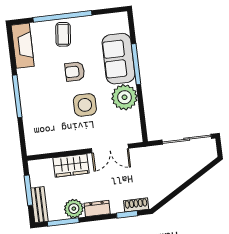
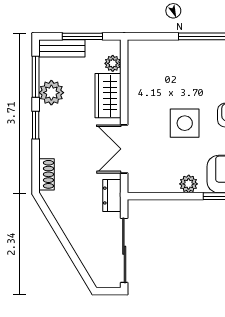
plant: (125, 97) -> (189, 184), width x0.53, depth x0.53
plant: (46, 165) -> (113, 63), added
dresser: (97, 208) -> (112, 196), moved, turned 180
window: (127, 214) -> (36, 125), moved

